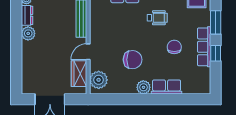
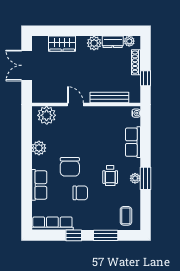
row of seats: (204, 47) -> (52, 223), moved
chair: (133, 60) -> (70, 167), moved
wardrobe: (79, 74) -> (62, 44), moved, turned 180
plant: (143, 87) -> (39, 148), moved

